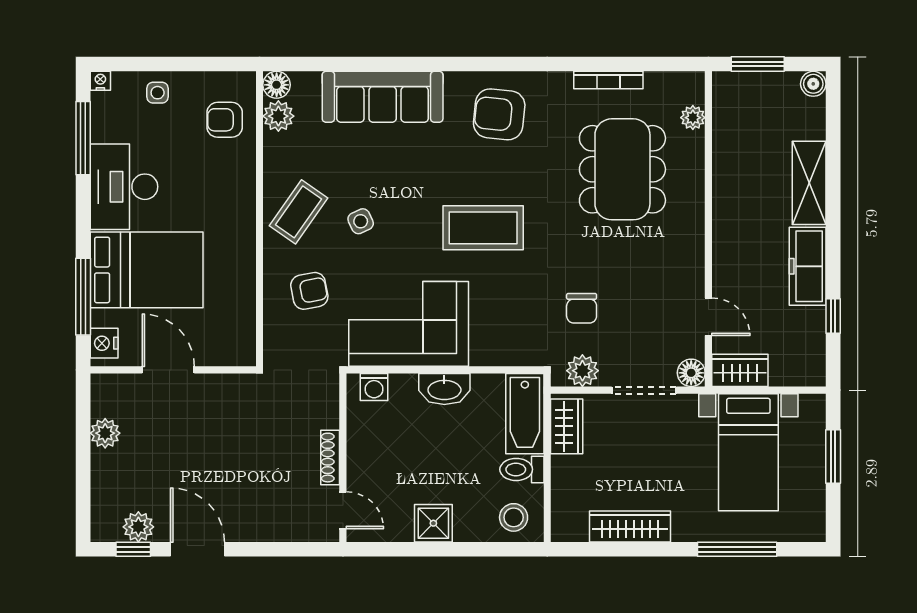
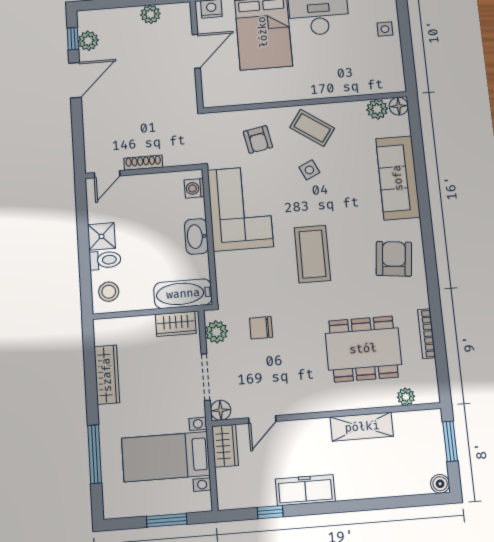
armchair: (225, 120) -> (371, 74), removed
shelving: (809, 183) -> (362, 427), moved
toilet: (522, 469) -> (105, 260), moved, turned 90

